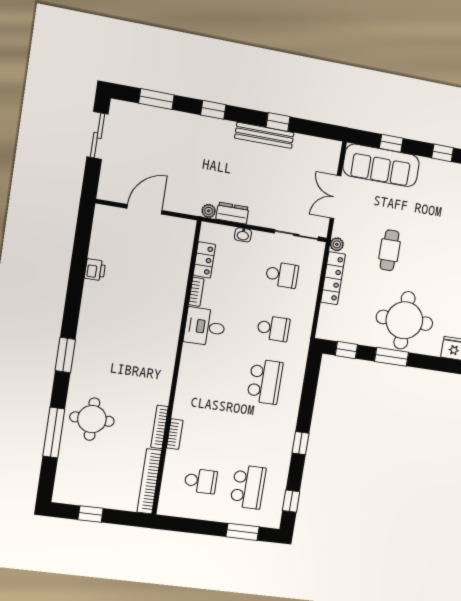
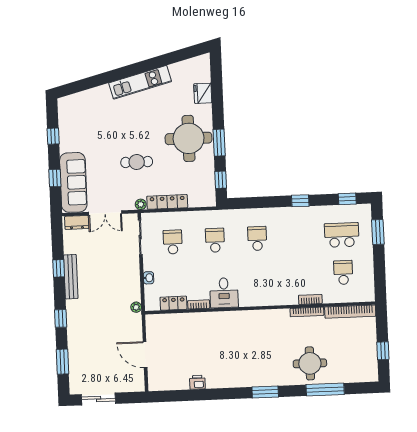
dresser: (232, 213) -> (77, 222), moved, turned -90
school desk: (265, 382) -> (257, 238), width x0.54

